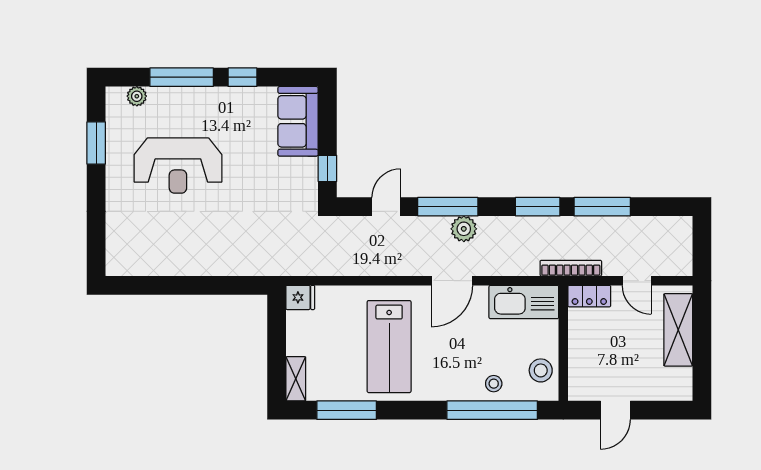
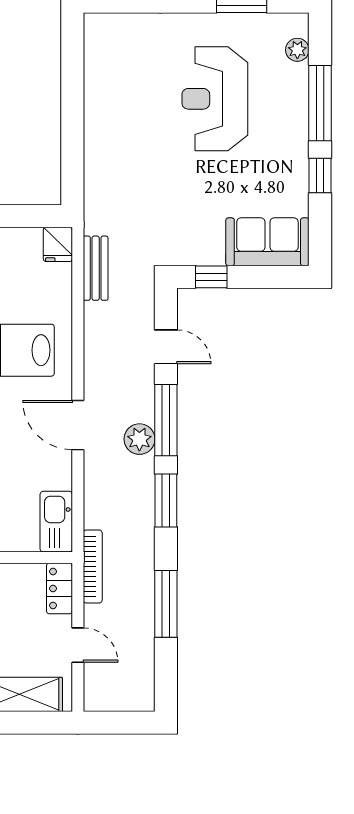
window: (538, 207) -> (166, 500), moved
bench: (320, 266) -> (96, 268), added
door: (637, 281) -> (78, 645), swing flipped
kitchen sink: (524, 302) -> (56, 522), width x0.73, depth x0.81

